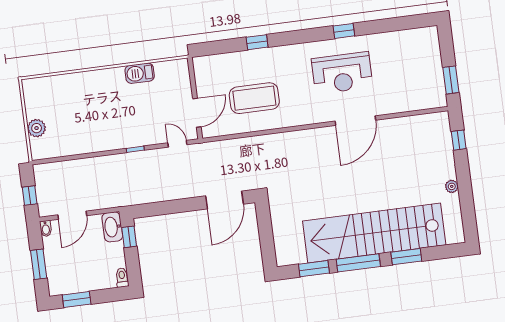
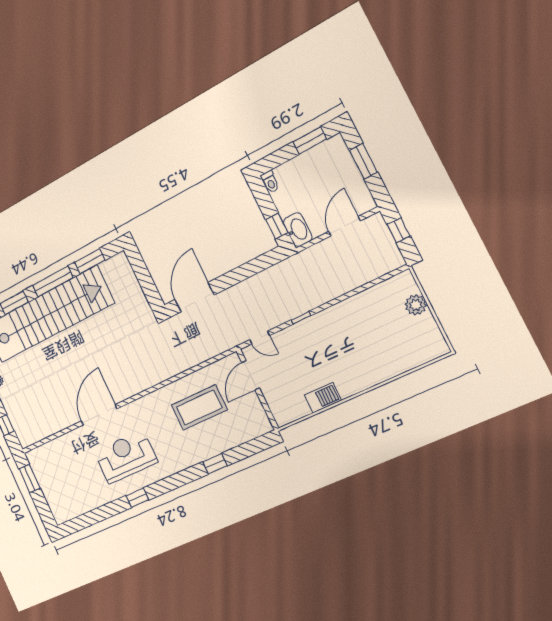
bidet: (46, 229) -> (369, 202), removed

